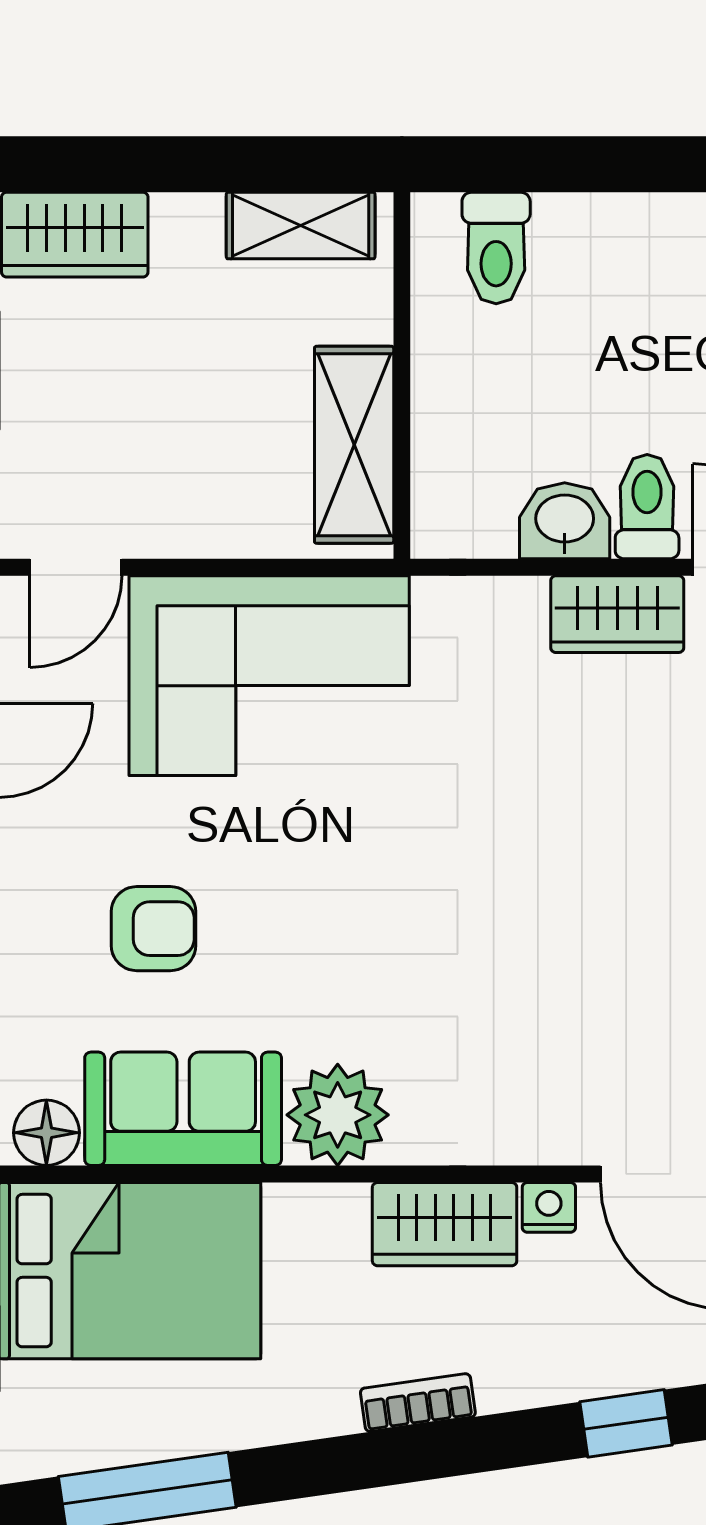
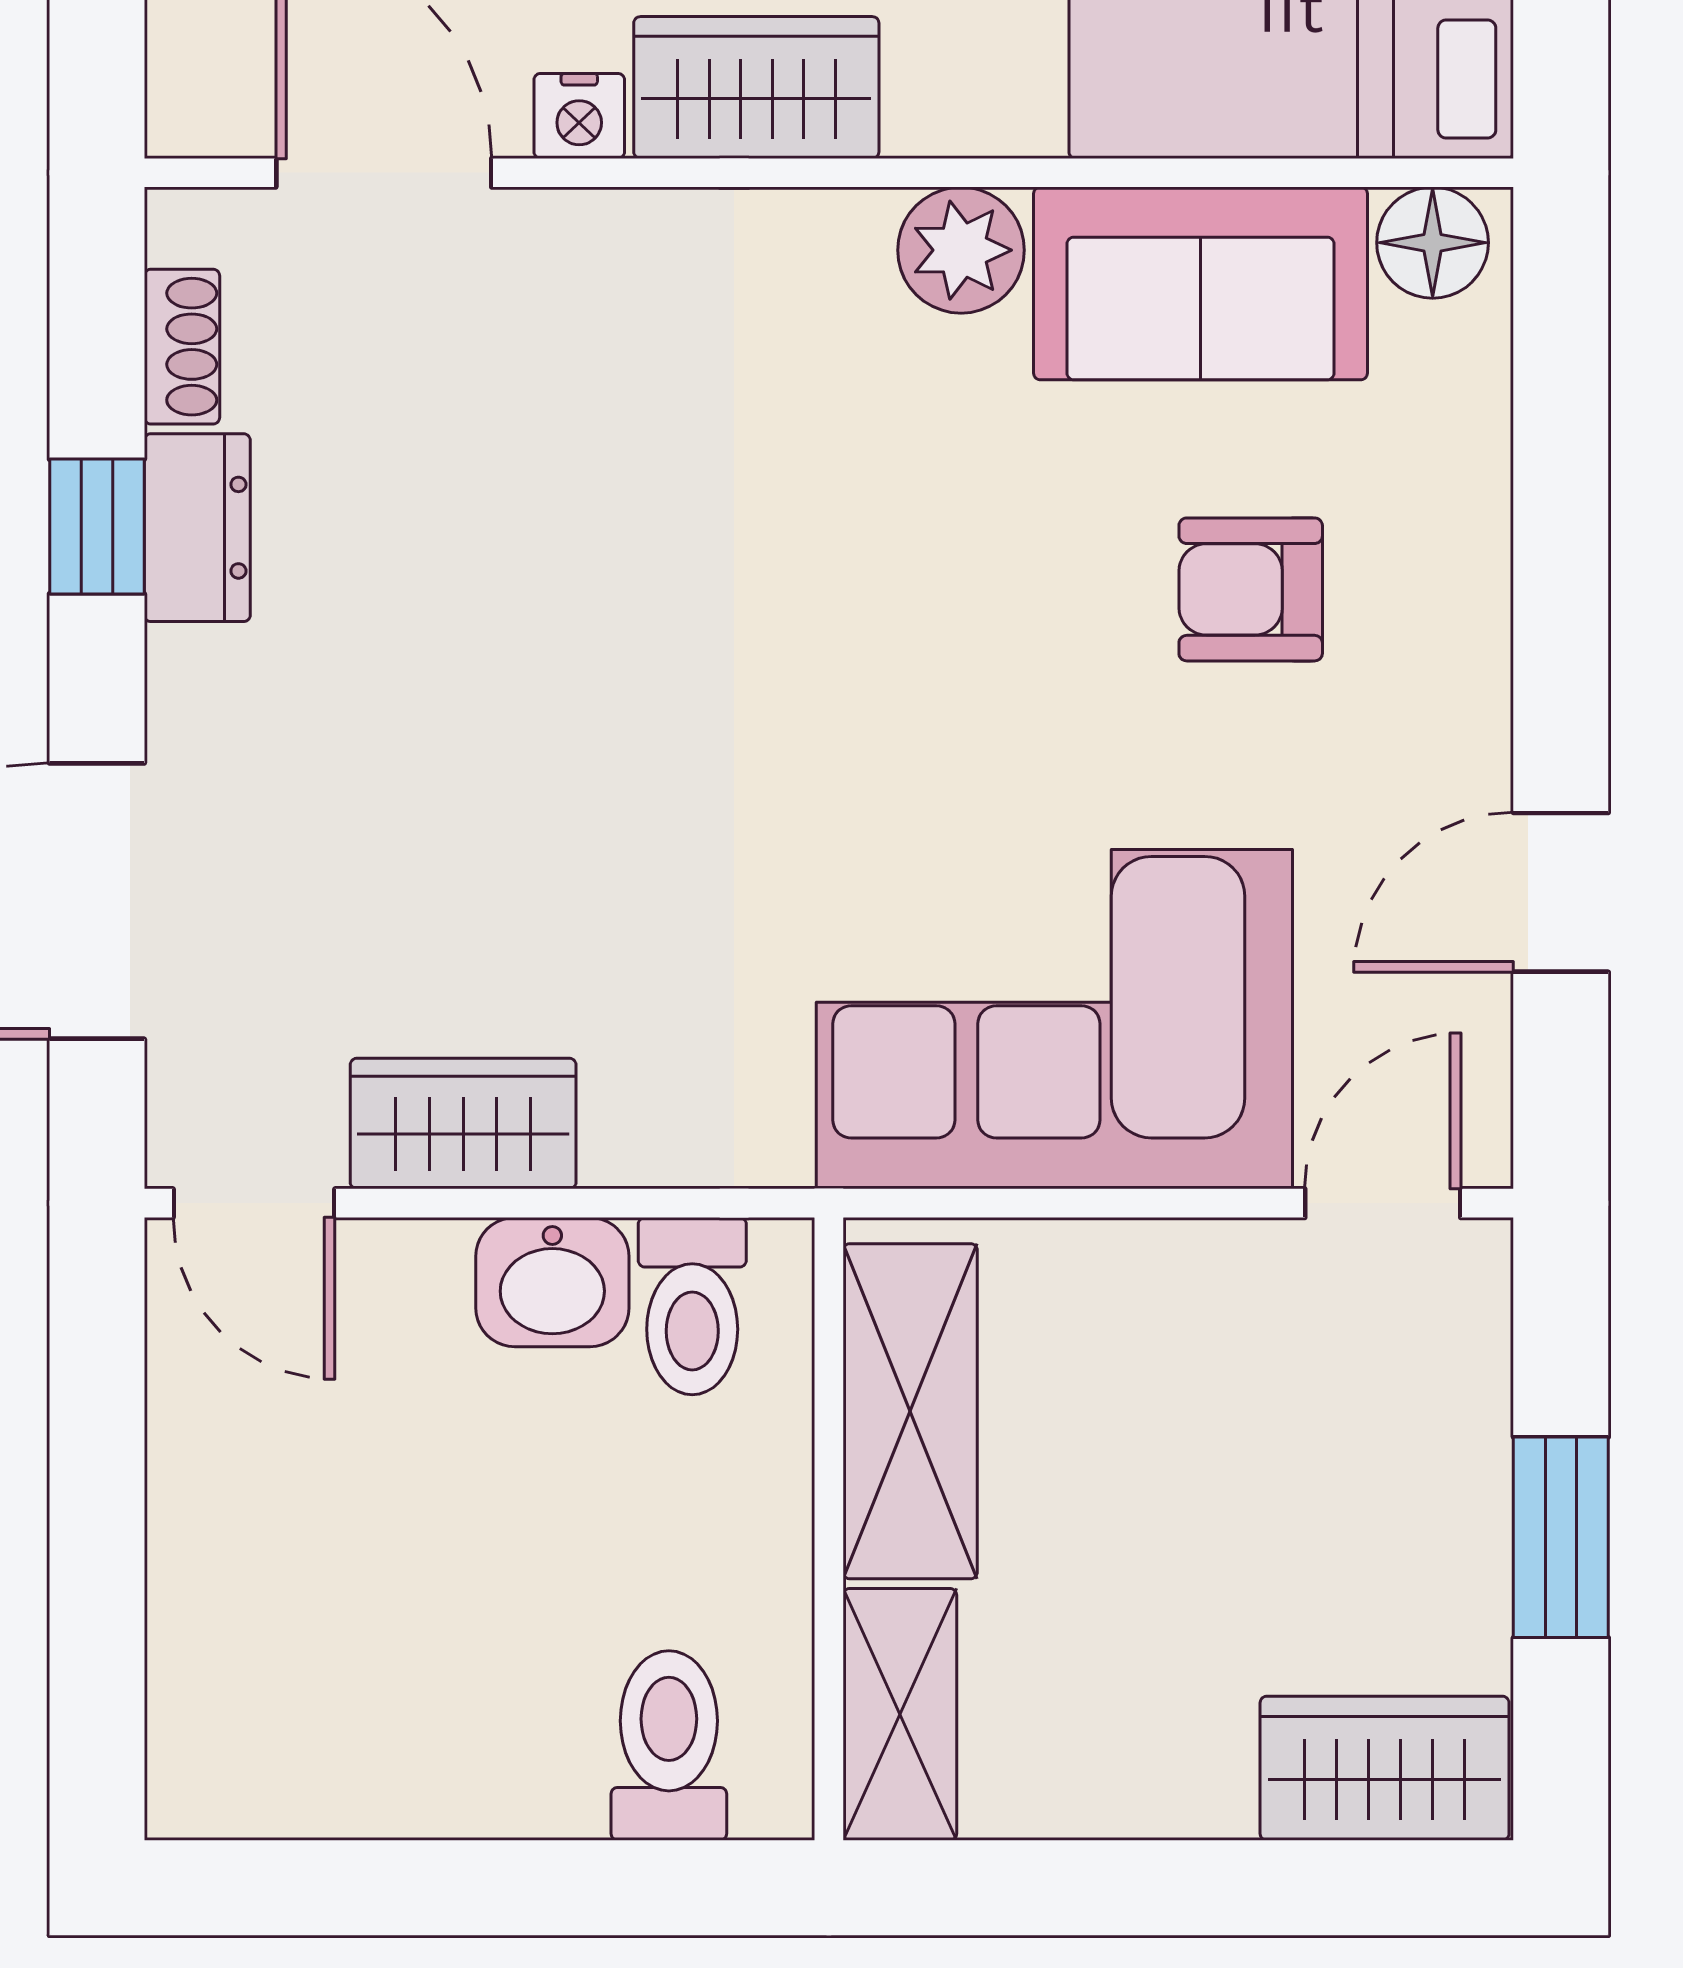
shelving: (301, 226) -> (900, 1714), moved, turned 90
toilet: (647, 507) -> (692, 1306), moved
plant: (338, 1115) -> (961, 250), width x0.73, depth x0.73

